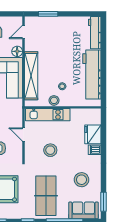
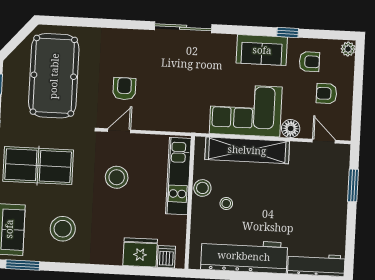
door: (23, 135) -> (119, 131), moved
dishwasher: (95, 150) -> (166, 257), moved

